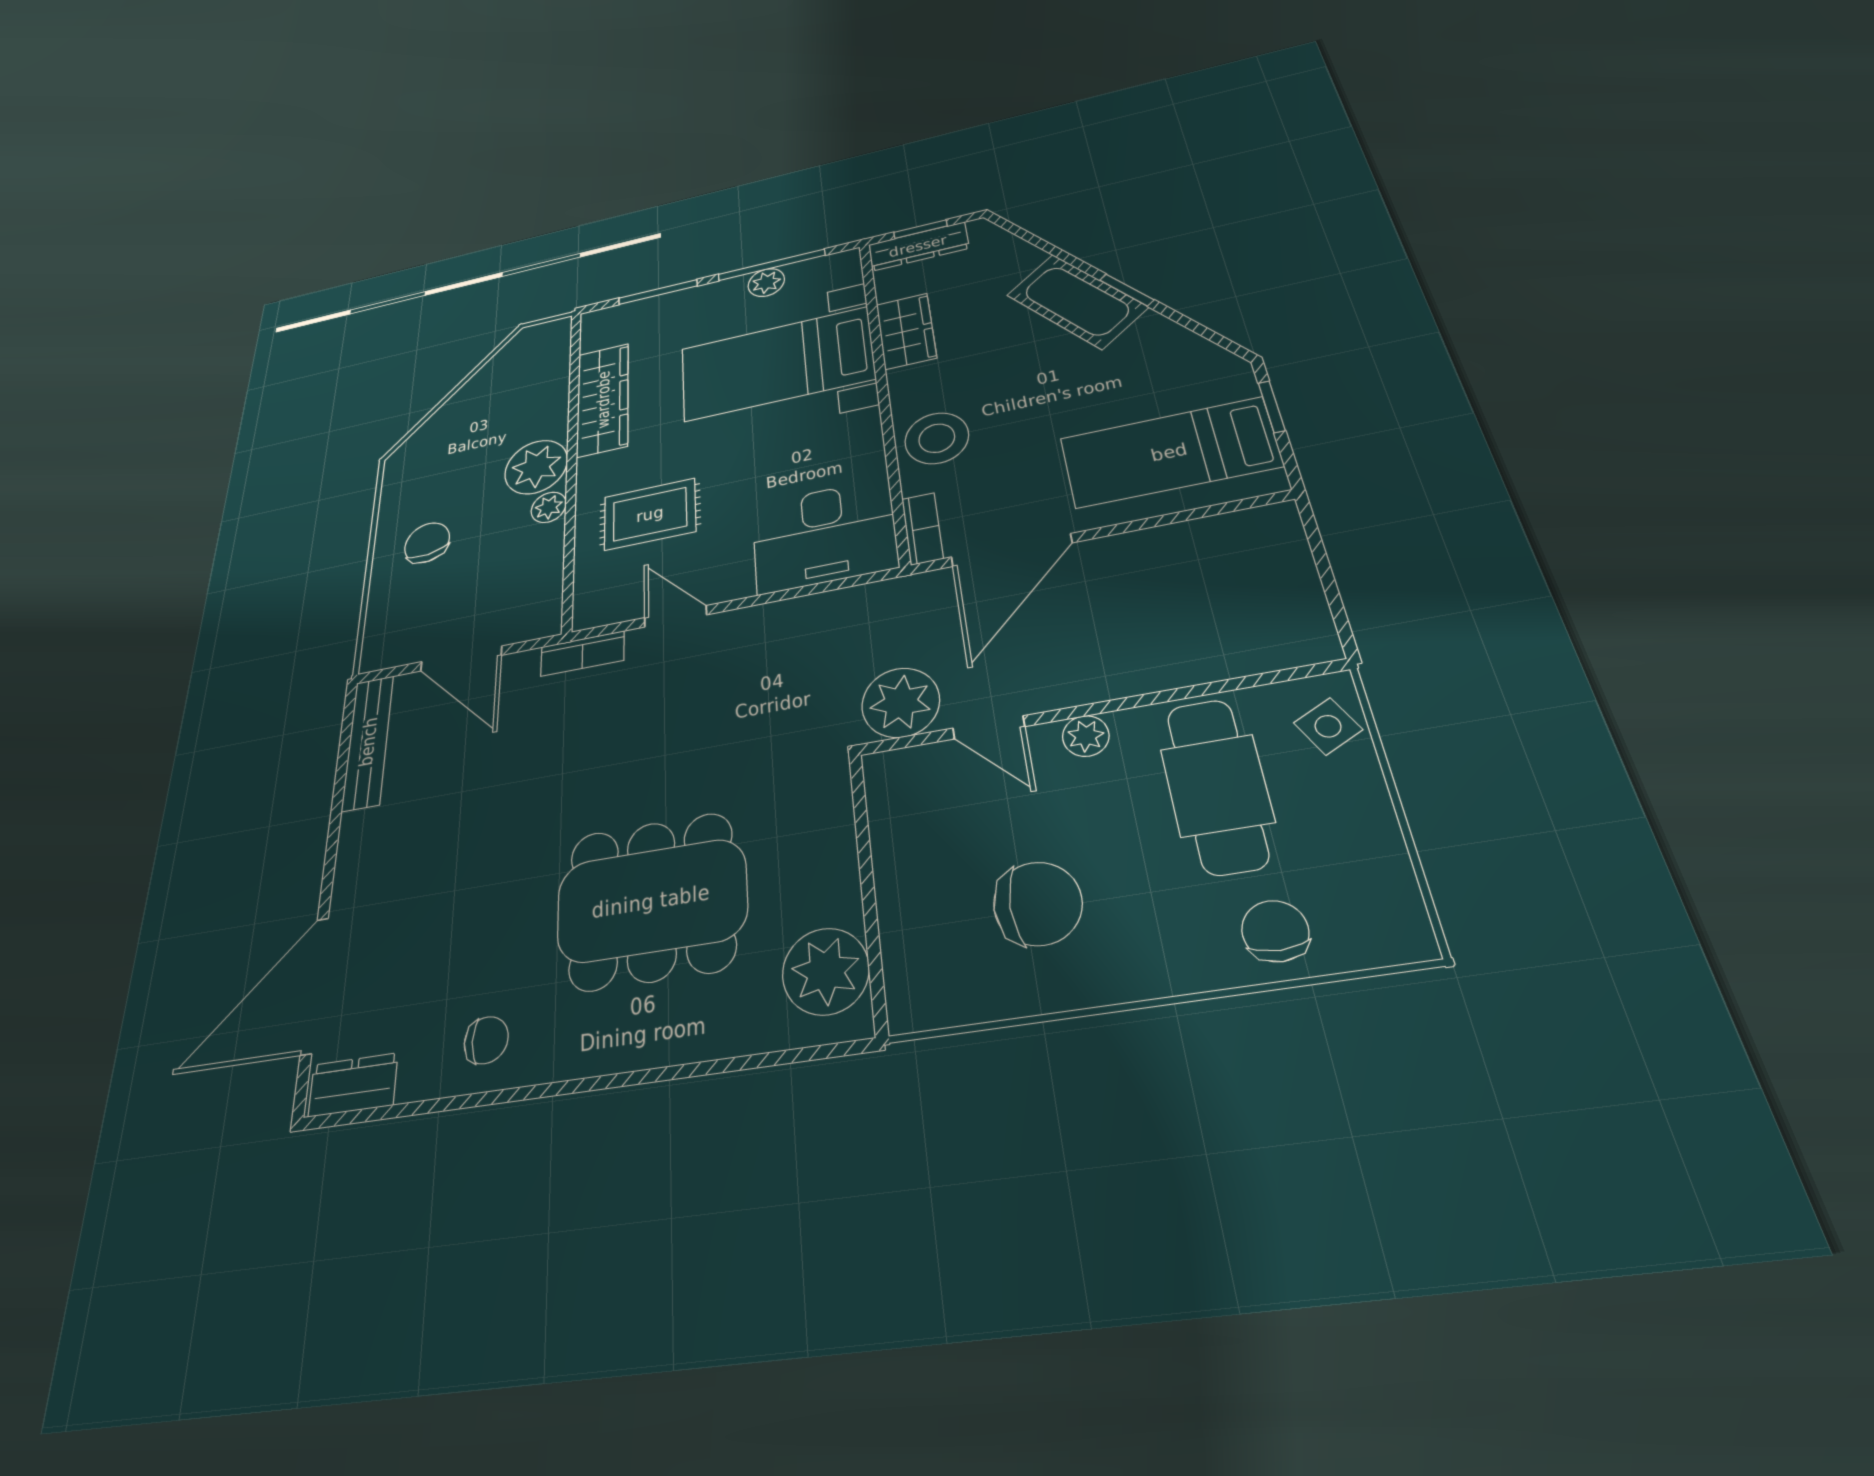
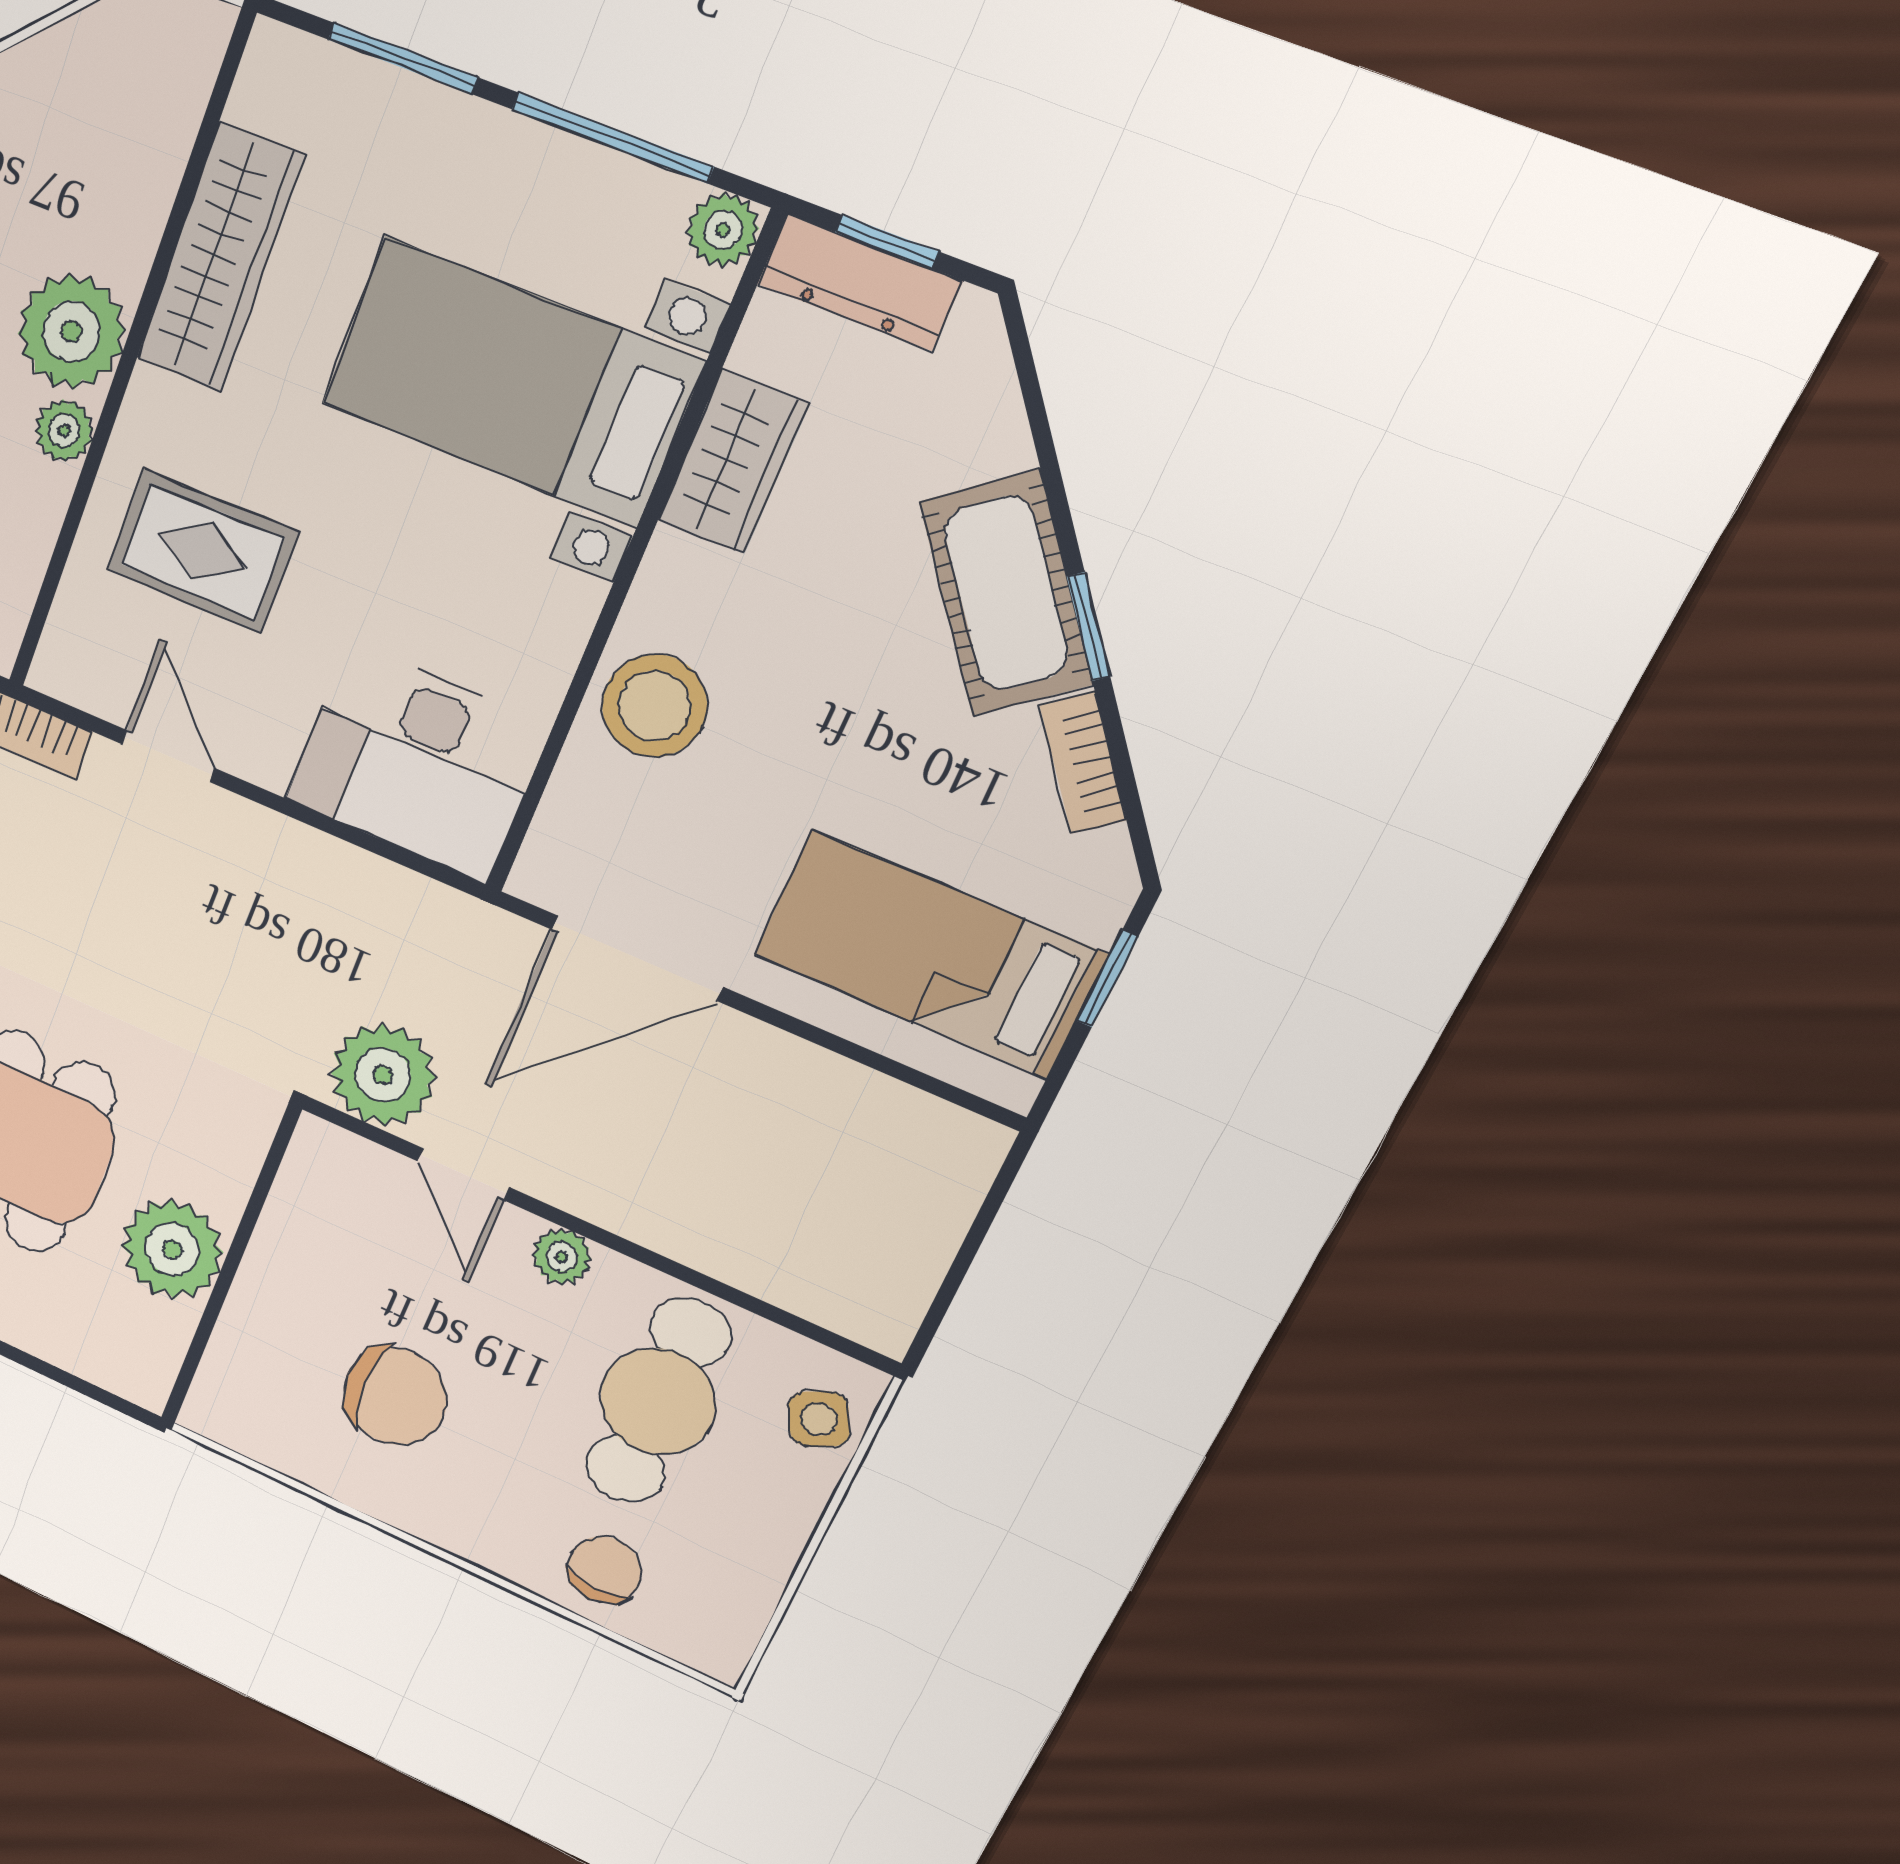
plant: (766, 283) -> (723, 230), moved
bookcase: (922, 529) -> (1083, 763), moved, turned 142
plant: (826, 971) -> (172, 1249), moved

